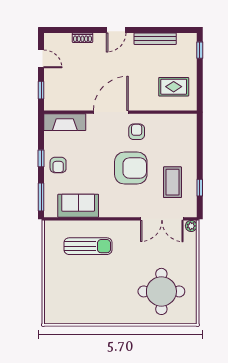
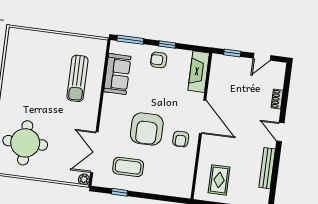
armchair: (137, 132) -> (181, 139), turned 90

